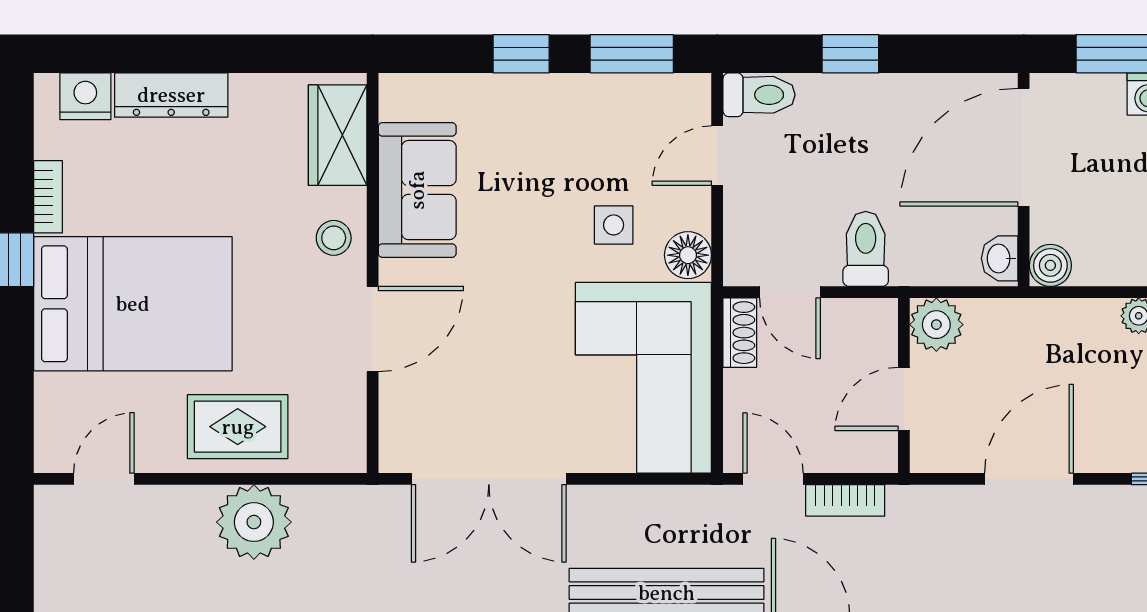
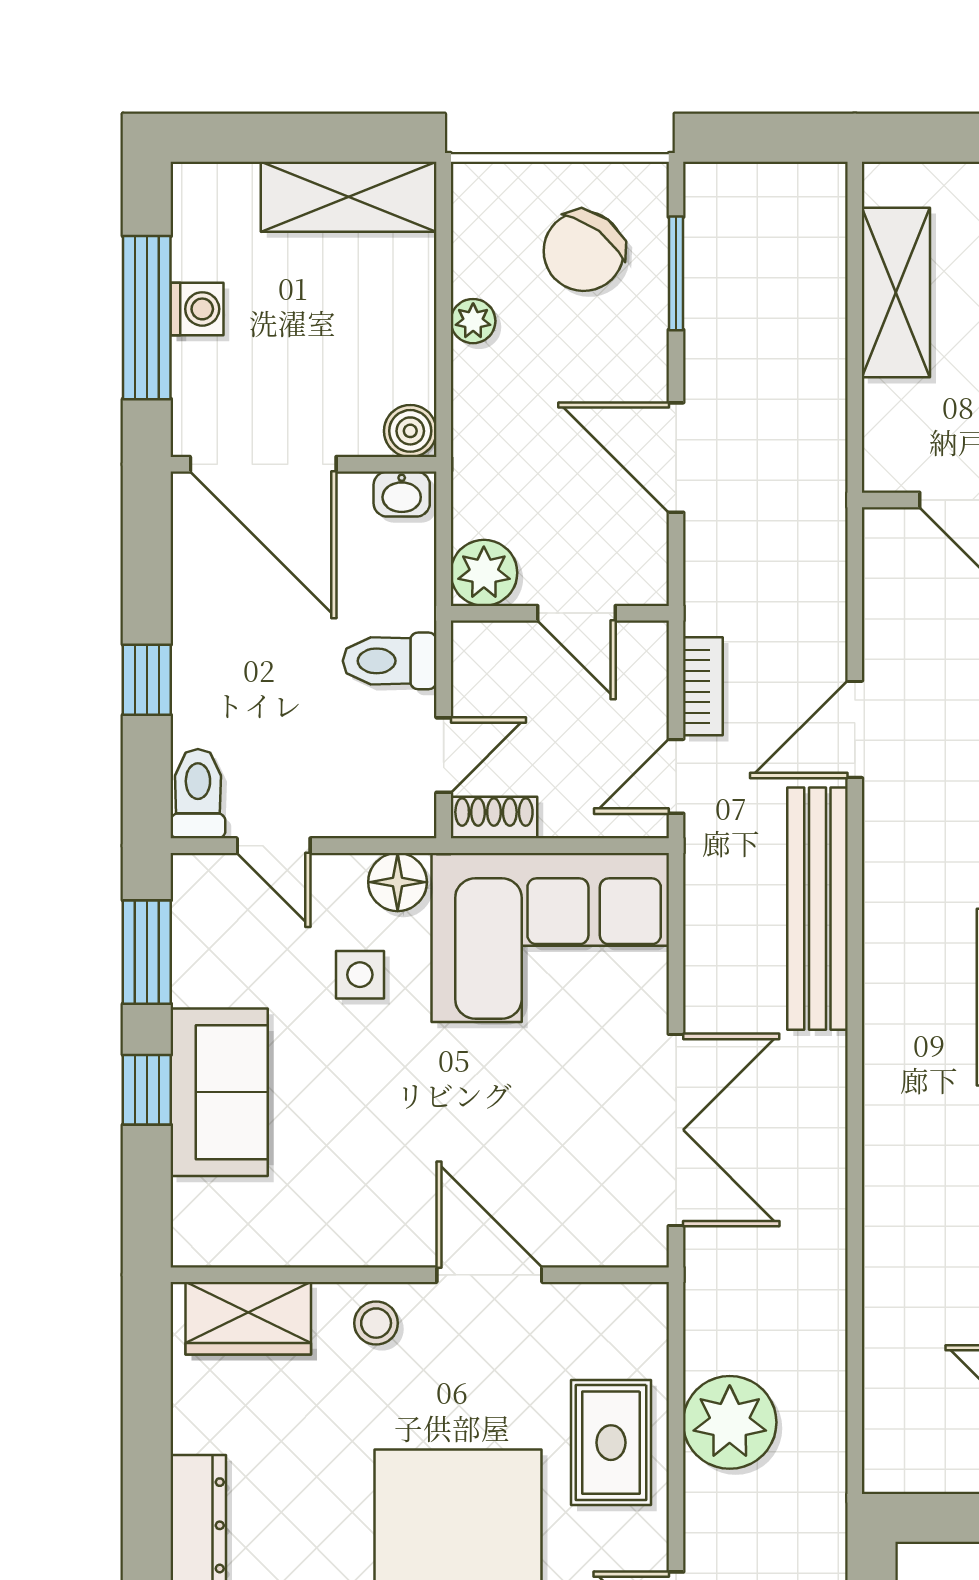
sofa: (417, 190) -> (219, 1092), moved, turned 90

